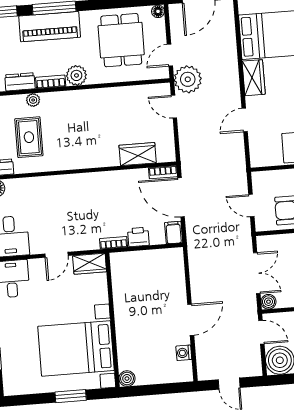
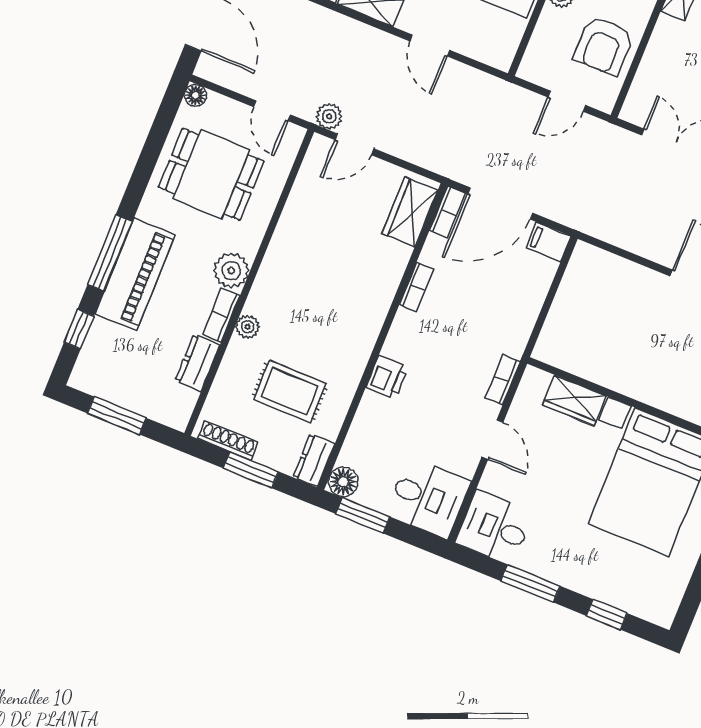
plant: (188, 79) -> (329, 116), width x0.53, depth x0.53
plant: (33, 100) -> (248, 327), moved
wardrobe: (138, 154) -> (410, 212), moved
bookcase: (116, 176) -> (416, 287), added
printer: (138, 237) -> (387, 377), moved, turned 180
bookcase: (114, 243) -> (503, 380), moved
wardrobe: (90, 264) -> (574, 400), moved, turned 90

